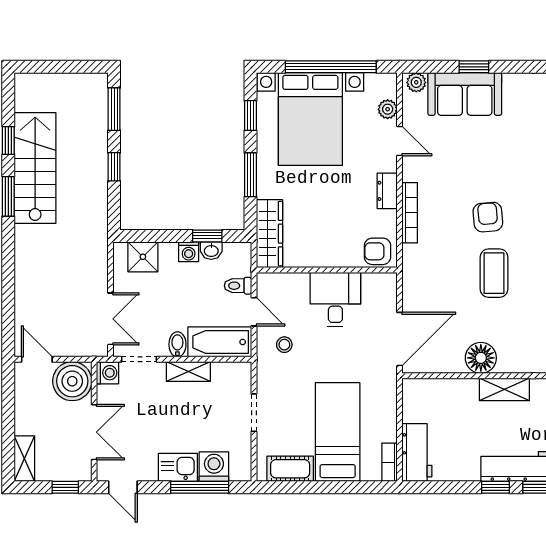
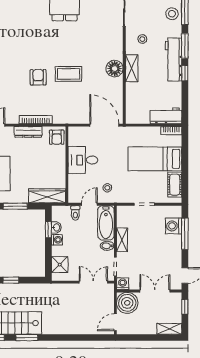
dresser: (387, 191) -> (28, 132), width x1.44
armchair: (488, 217) -> (38, 77), turned 95
floor lamp: (481, 358) -> (115, 69), moved
kitchen sink: (178, 467) -> (174, 246), removed

